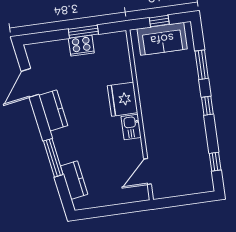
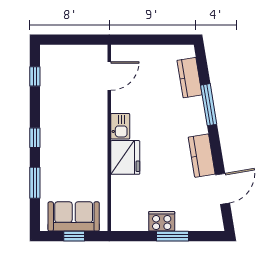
window: (83, 32) -> (172, 236), moved

